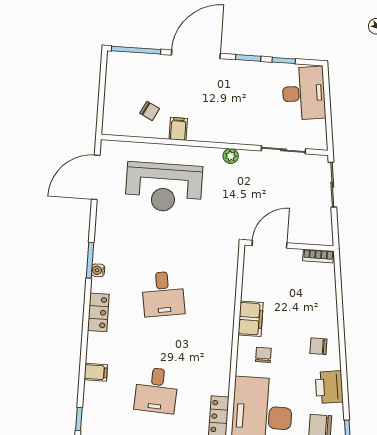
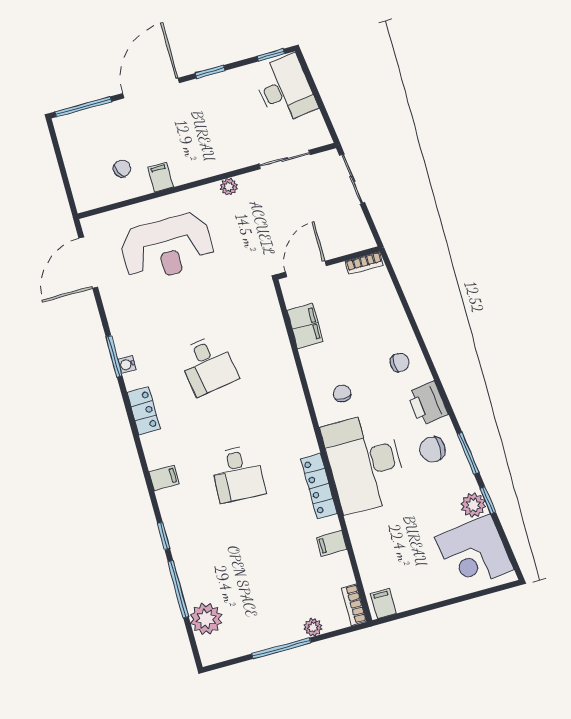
window: (284, 60) -> (271, 55), moved
chair: (150, 111) -> (122, 168), turned -55
filing cabinet: (251, 319) -> (305, 326), moved
chair: (318, 346) -> (400, 362), turned 180

